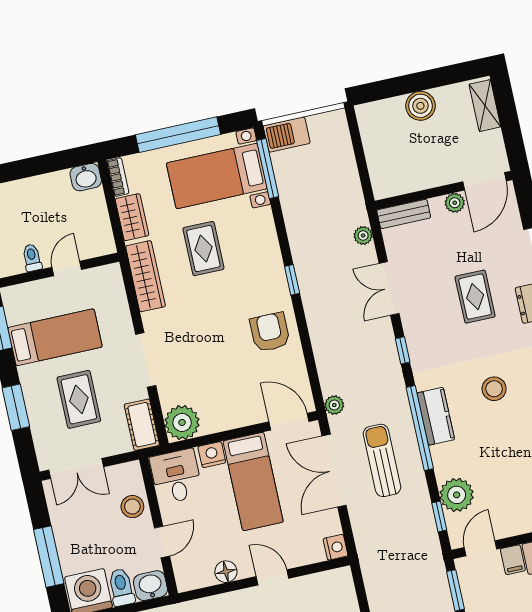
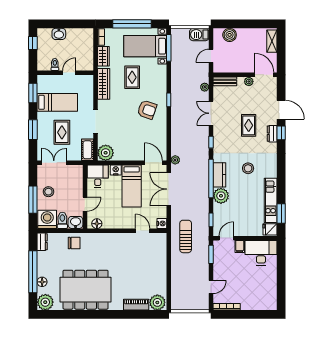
boiler: (420, 106) -> (230, 35), moved
barbecue: (287, 134) -> (199, 35), moved
door: (362, 165) -> (211, 56), added
washbasin: (86, 177) -> (59, 34), moved
door: (485, 181) -> (264, 75), swing flipped
armchair: (270, 332) -> (147, 110), moved, turned 109
sun lounger: (382, 460) -> (186, 236), moved
double door: (76, 468) -> (54, 163), swing flipped
plant: (457, 495) -> (221, 196), moved
stool: (132, 507) -> (48, 192), moved
floor lamp: (226, 572) -> (97, 224), moved
door: (272, 577) -> (143, 231), moved

